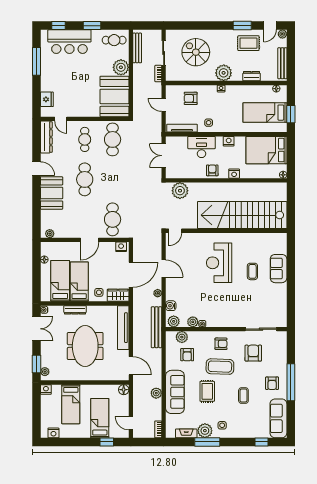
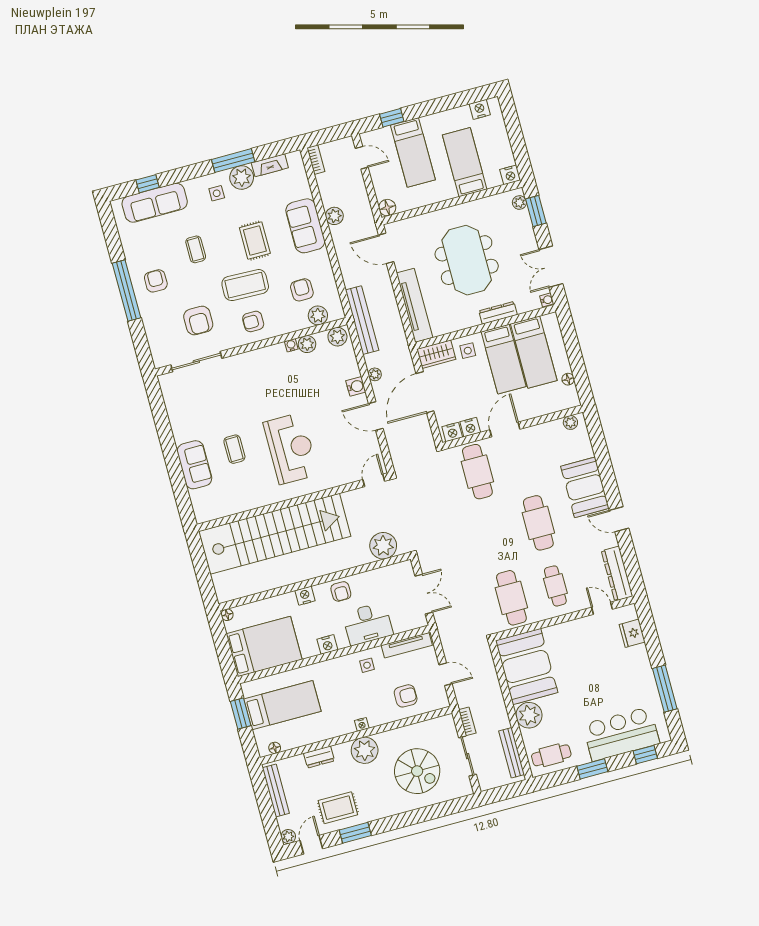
nightstand: (110, 247) -> (470, 427), added
water cooler: (171, 306) -> (356, 386), moved
sofa: (175, 392) -> (305, 226), width x0.73
sofa: (278, 418) -> (155, 203), moved, turned 90

